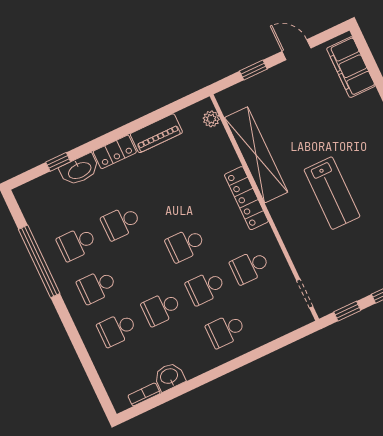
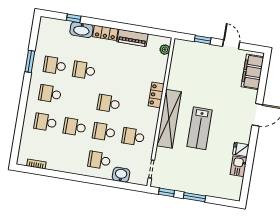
shelving: (256, 155) -> (169, 119), moved
locker: (246, 198) -> (156, 95), width x0.66
window: (39, 261) -> (30, 61), width x0.47
washbasin: (169, 377) -> (121, 175), moved

